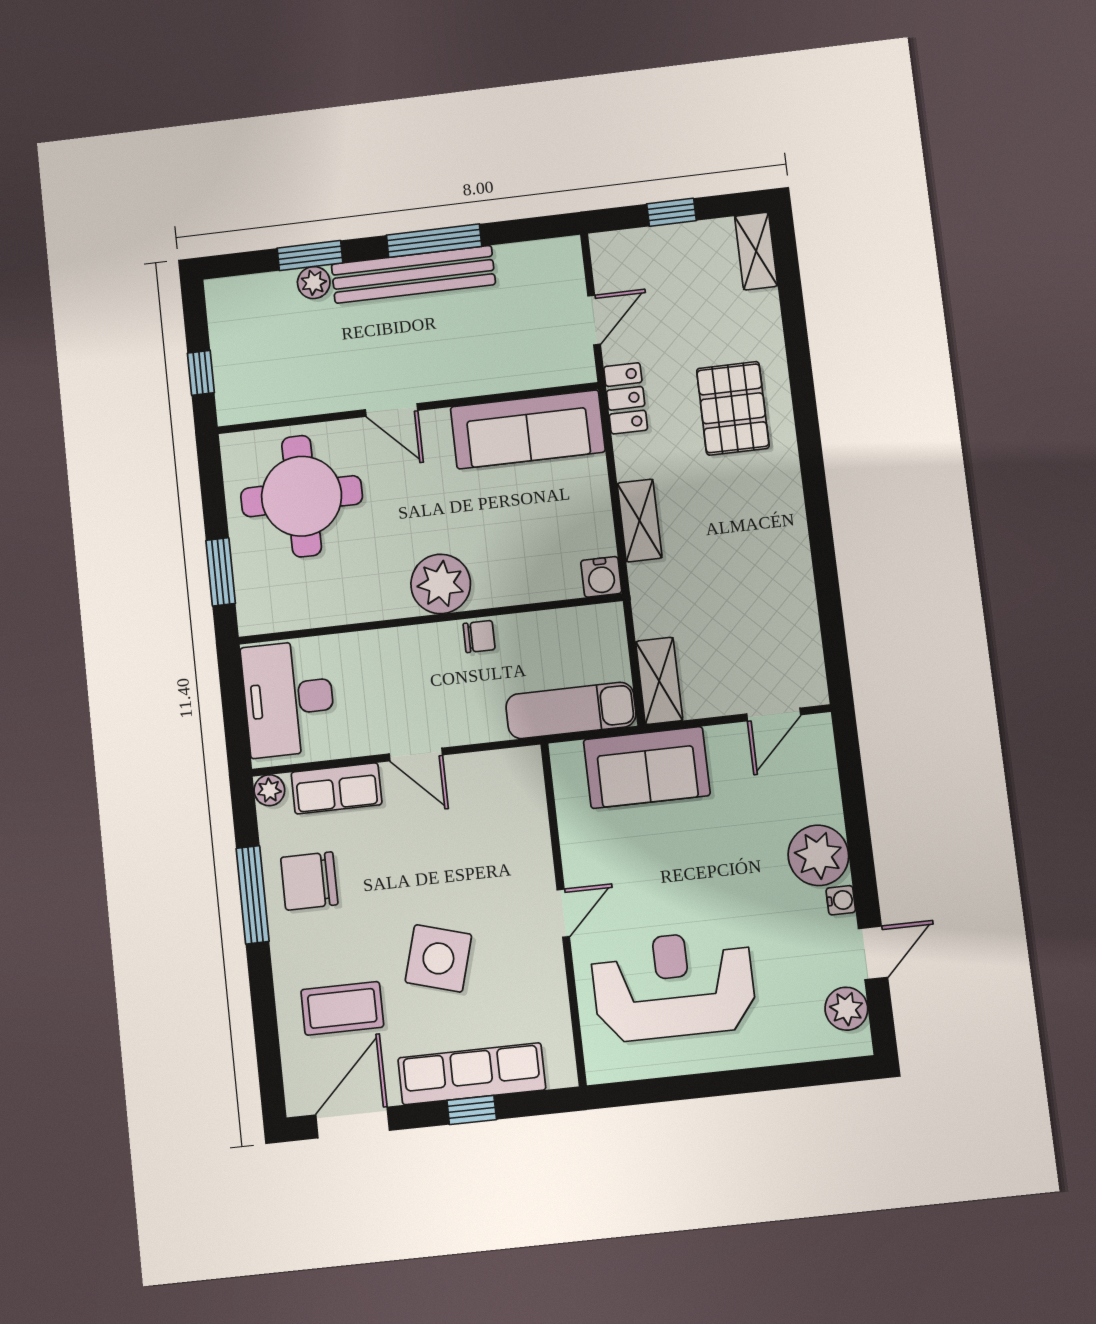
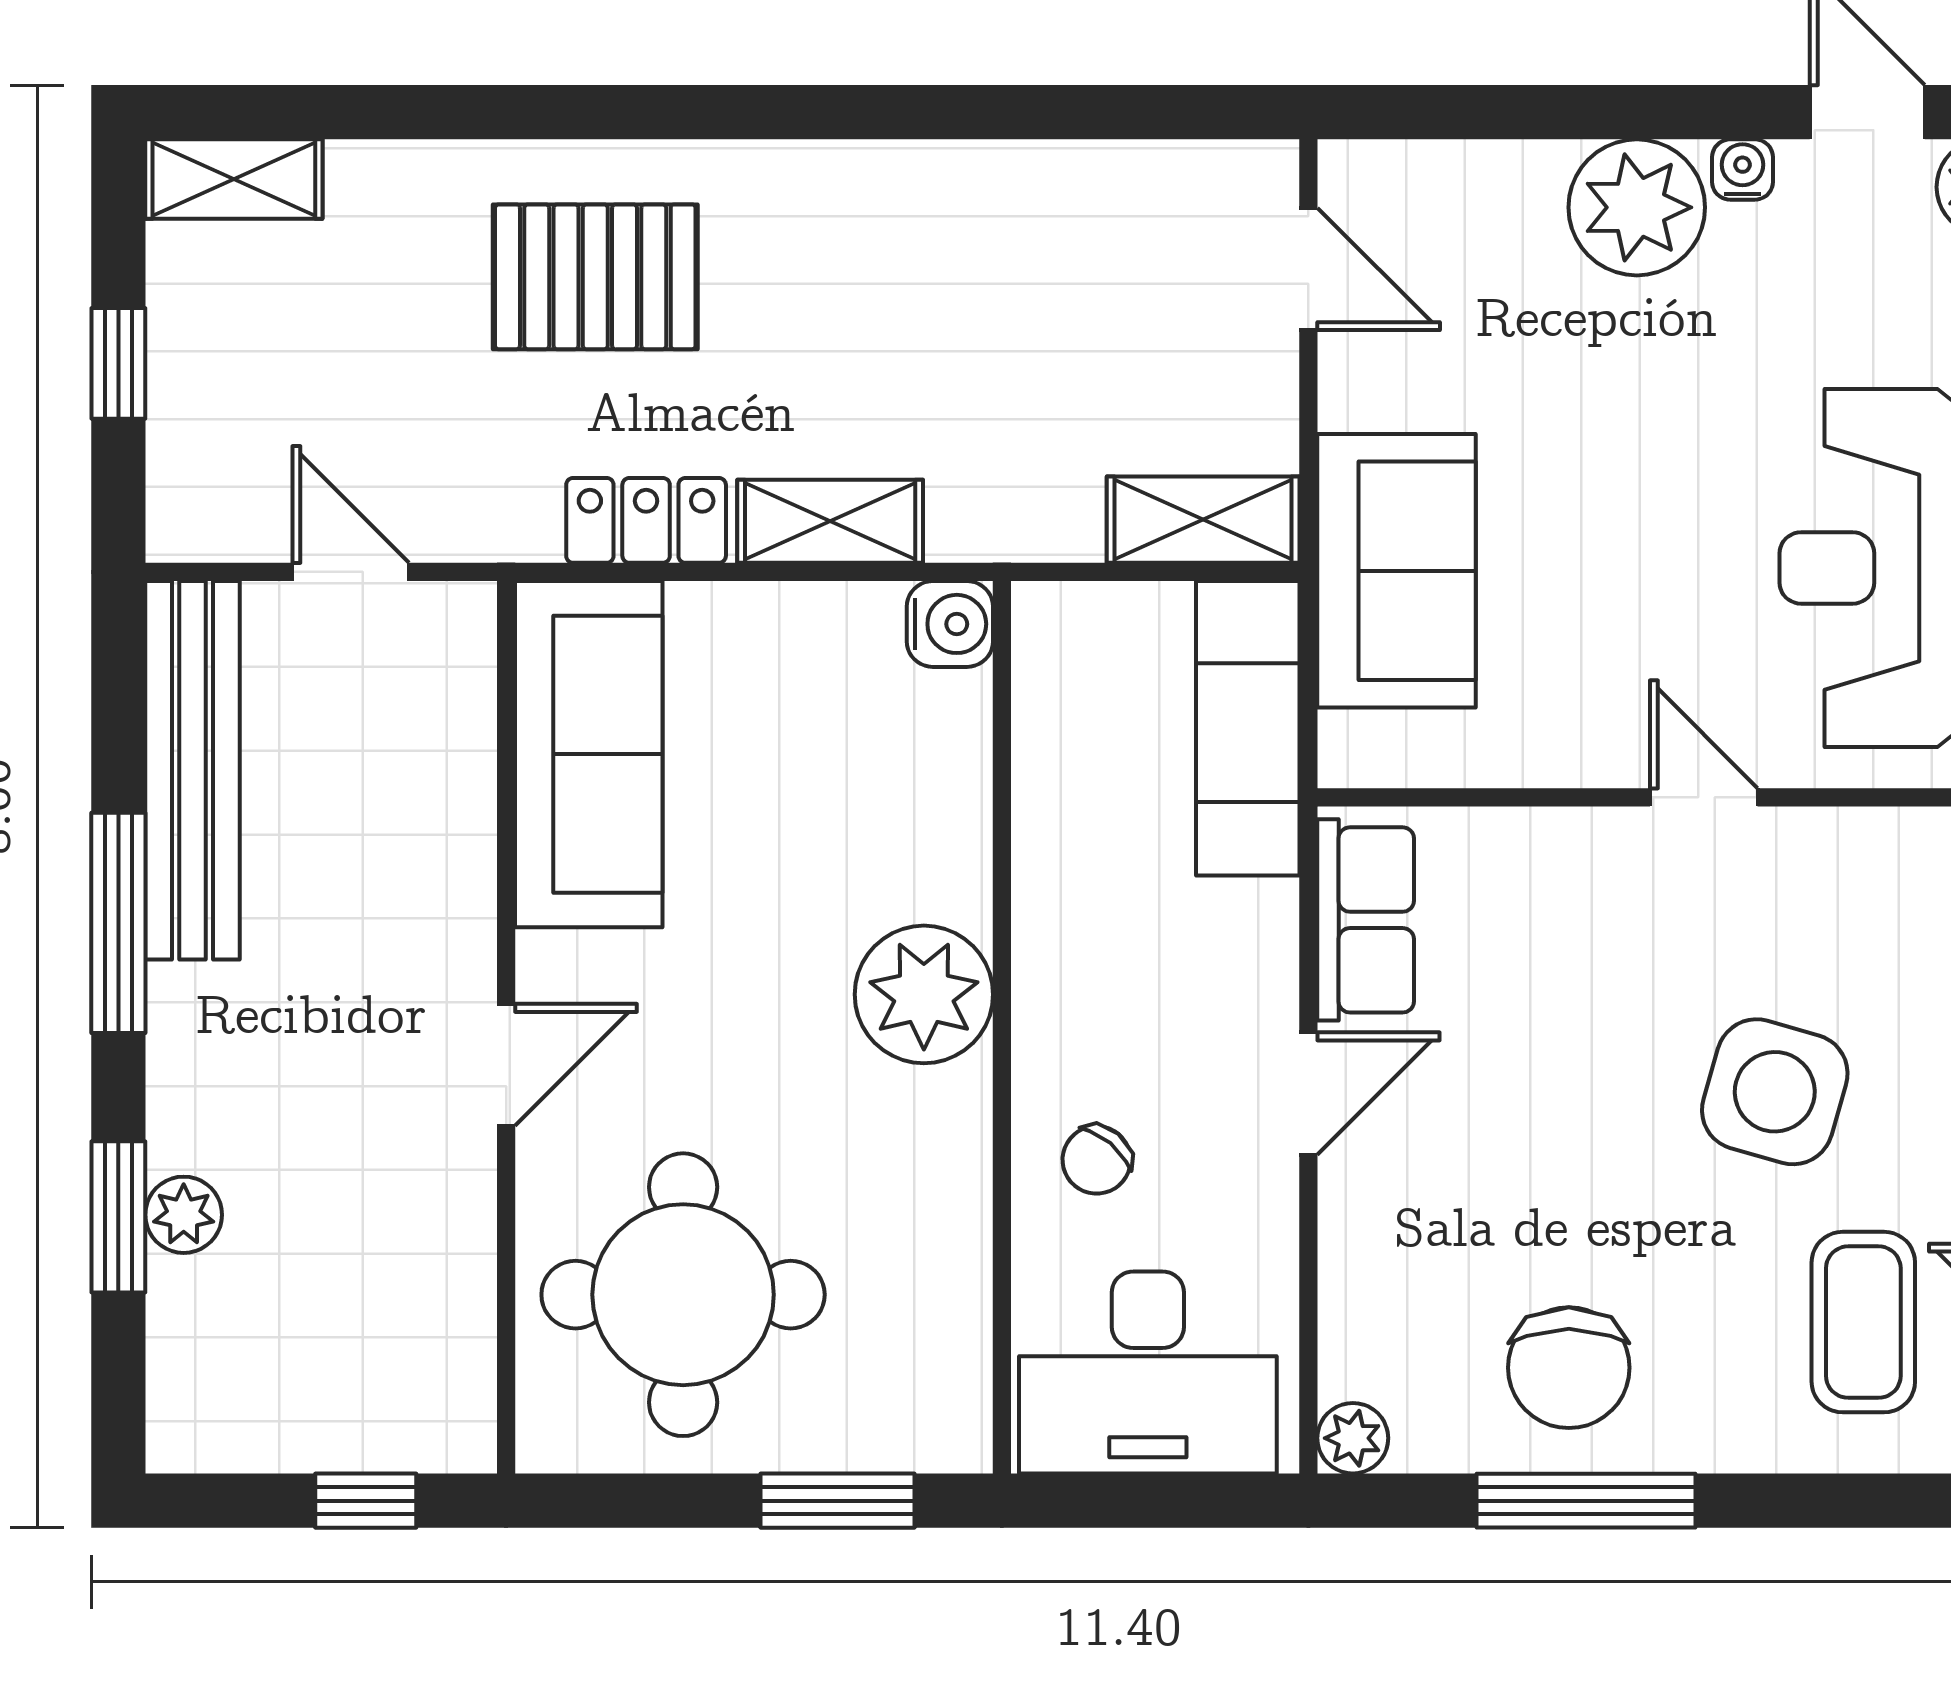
bench: (413, 274) -> (192, 770), moved
locker: (626, 398) -> (646, 520), moved
chair: (479, 636) -> (1097, 1160), moved, turned -140
row of seats: (336, 788) -> (1366, 920), moved

